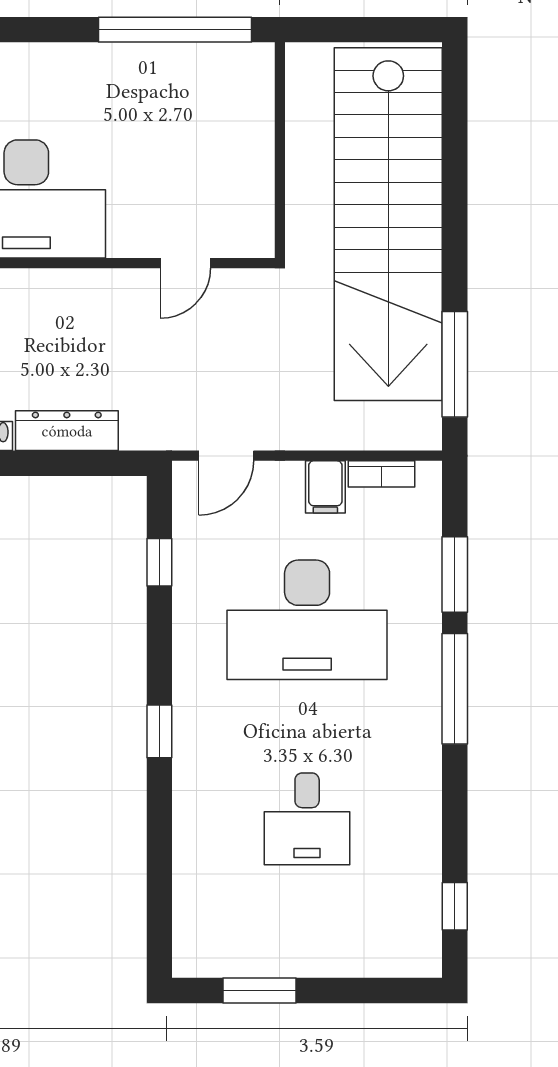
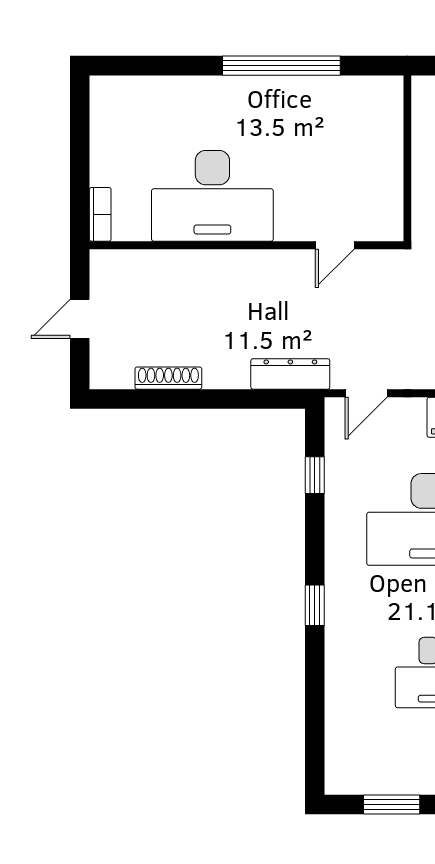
window: (175, 30) -> (281, 66), moved
dresser: (67, 431) -> (290, 374), moved

